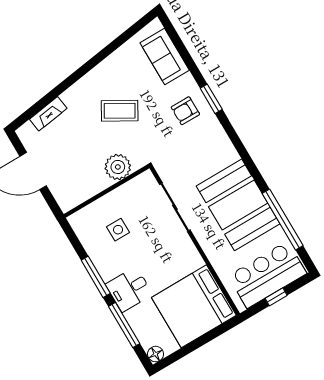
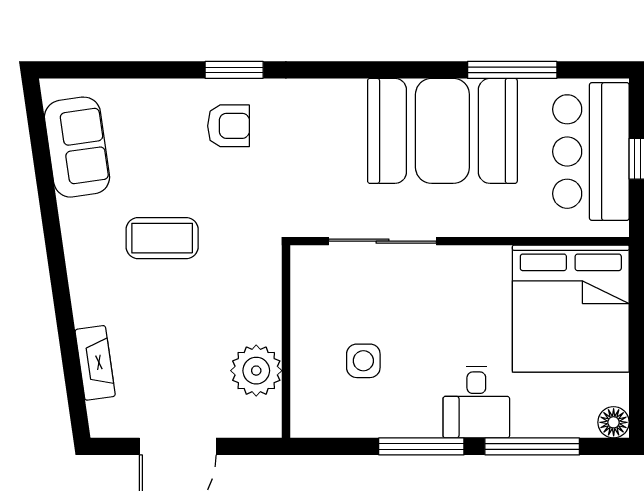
sofa: (165, 56) -> (77, 147), moved, turned -98
coffee table: (120, 111) -> (162, 238), turned 60
armchair: (185, 111) -> (228, 126), turned -90
plant: (118, 167) -> (256, 371), moved
window: (283, 220) -> (512, 70), width x0.68

